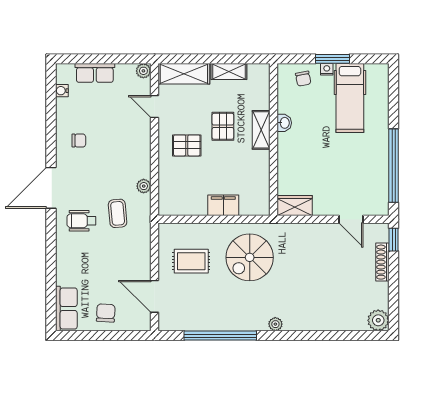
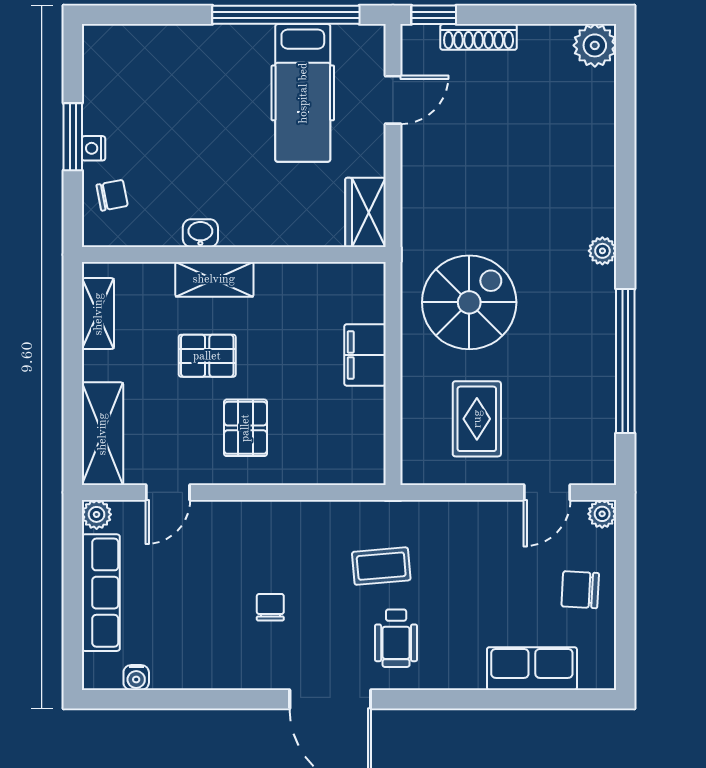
shelving: (229, 71) -> (98, 314), moved
row of seats: (95, 73) -> (101, 593), width x1.48
hospital bed: (350, 98) -> (303, 93), moved, turned 90
chair: (79, 141) -> (270, 607), moved
plant: (144, 186) -> (602, 514), moved
spiral stairs: (250, 257) -> (469, 302), turned -90
door: (154, 296) -> (547, 492), width x0.73
row of seats: (66, 309) -> (532, 669), moved

